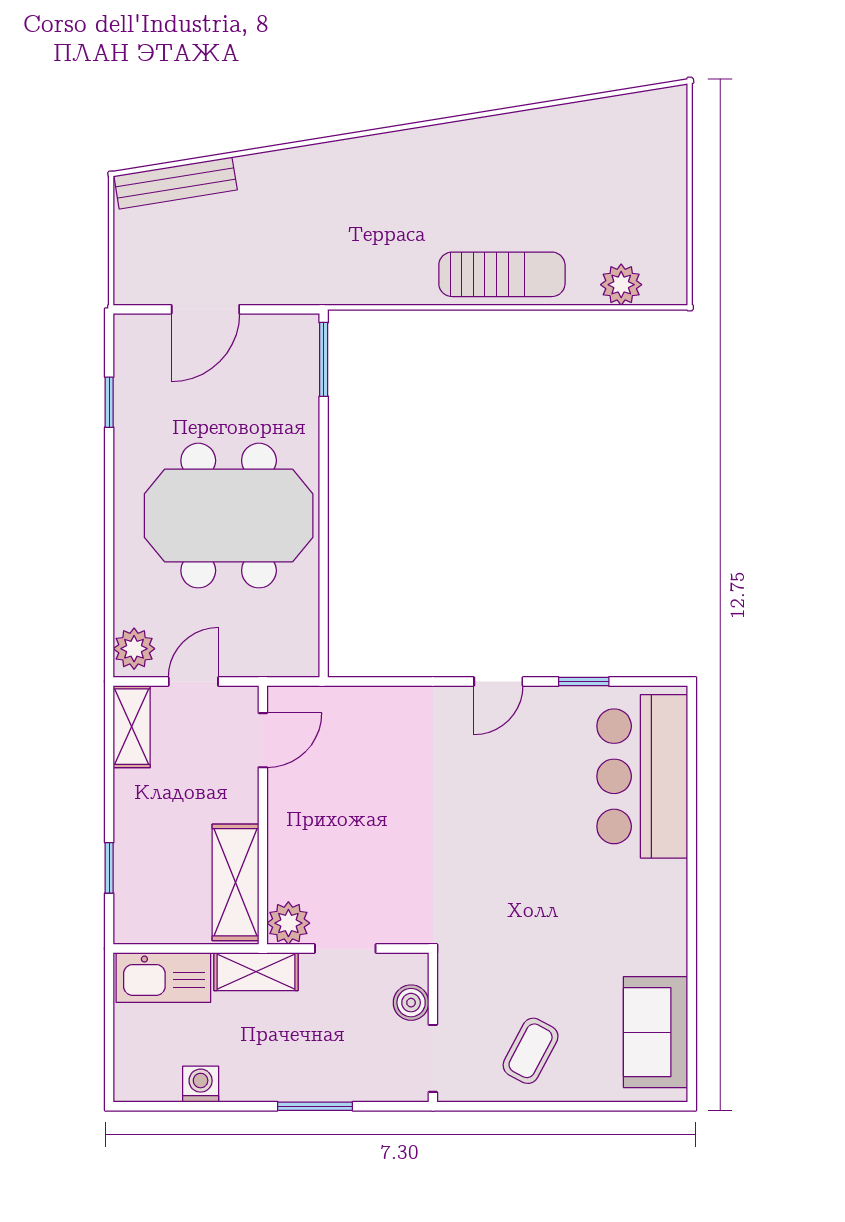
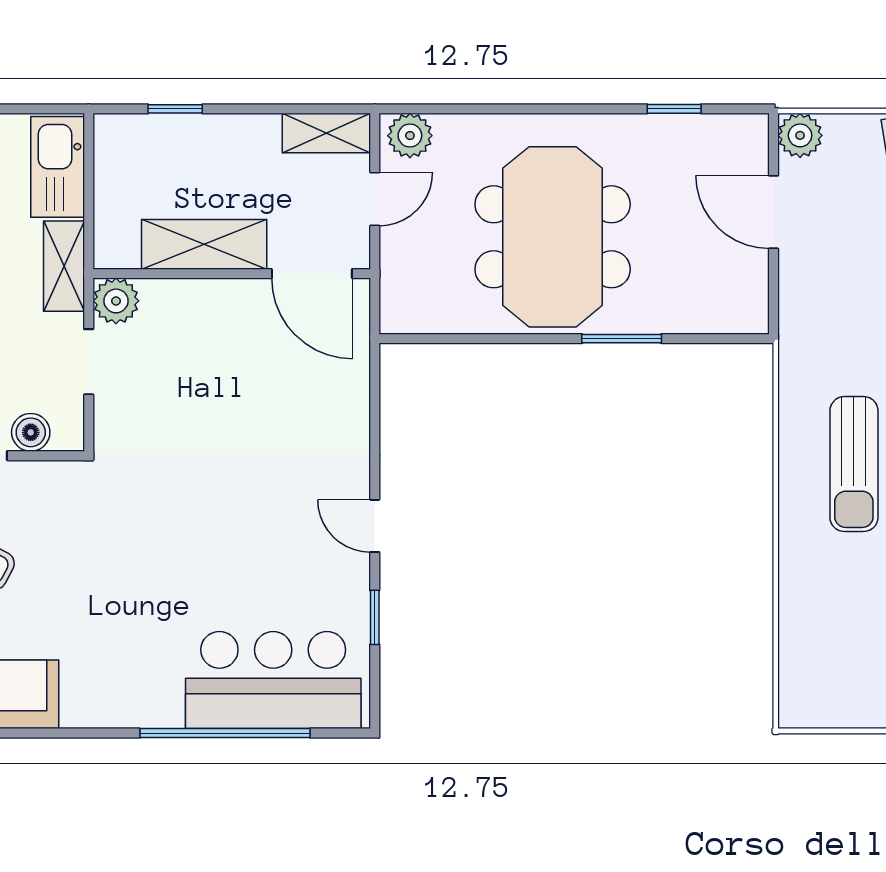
sun lounger: (502, 274) -> (854, 464), moved
plant: (621, 285) -> (800, 135), moved
window: (324, 359) -> (622, 339), moved
door: (193, 682) -> (375, 199), hinge flipped
door: (263, 740) -> (312, 274), width x1.38
window: (692, 821) -> (225, 733), added
shelving: (236, 882) -> (204, 244), moved

